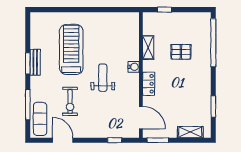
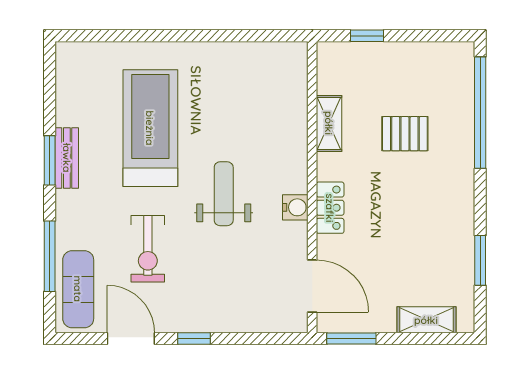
water cooler: (134, 67) -> (295, 207), moved
window: (115, 140) -> (194, 339), moved

